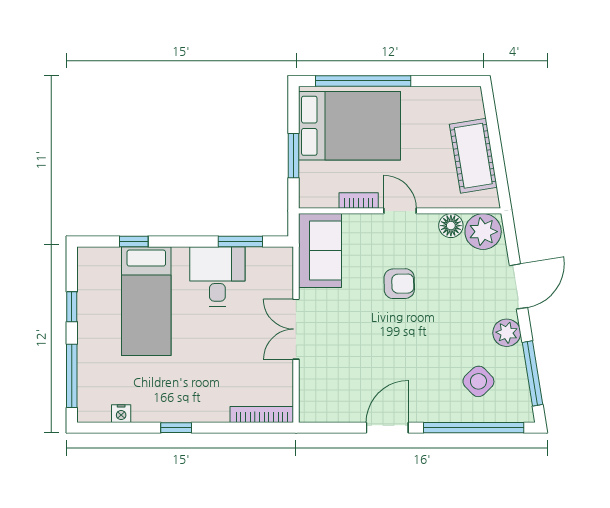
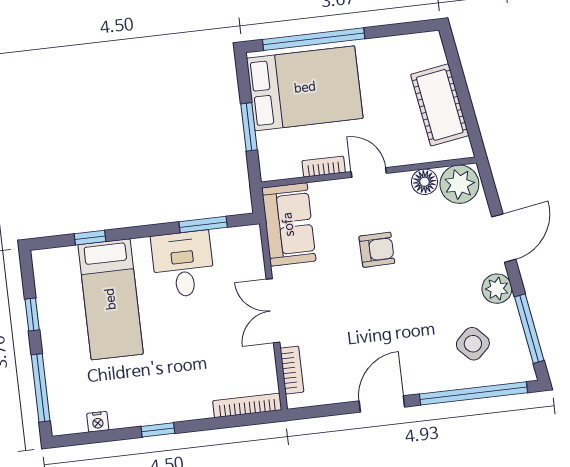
bookcase: (307, 386) -> (292, 370), added

